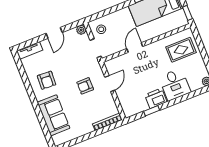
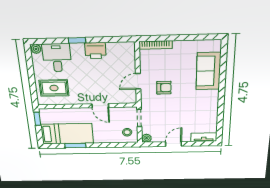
door: (135, 48) -> (100, 106), hinge flipped
armchair: (47, 80) -> (200, 106), removed
desk: (175, 85) -> (57, 58), moved
window: (152, 111) -> (77, 40), moved

